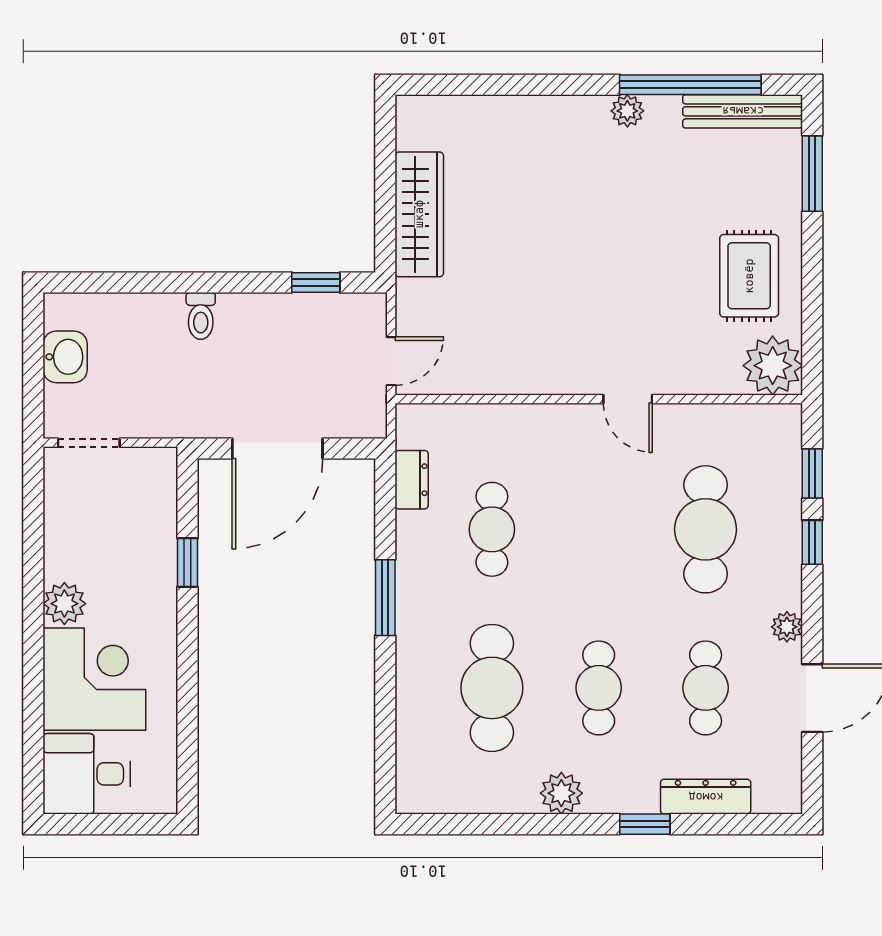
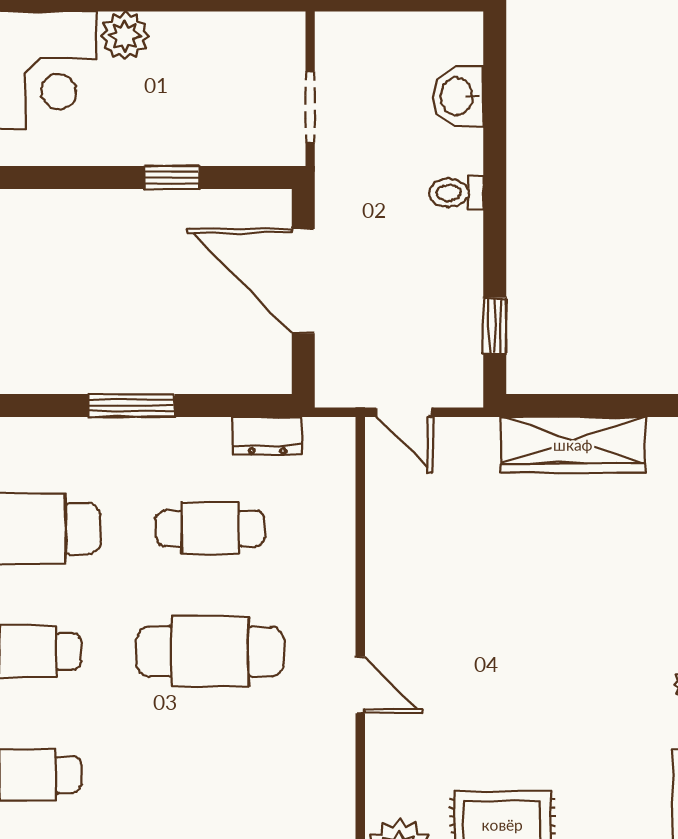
washbasin: (65, 357) -> (458, 97), moved, turned 90
door: (628, 399) -> (360, 685), swing flipped
doorway: (89, 443) -> (310, 107), moved
cafe table: (706, 529) -> (210, 652), moved

